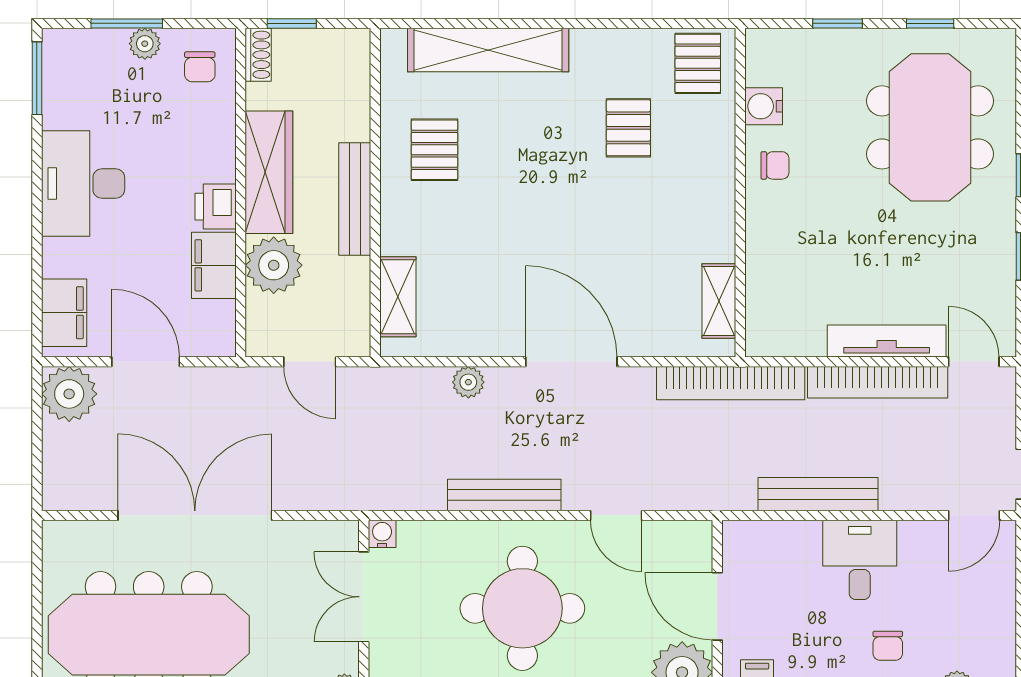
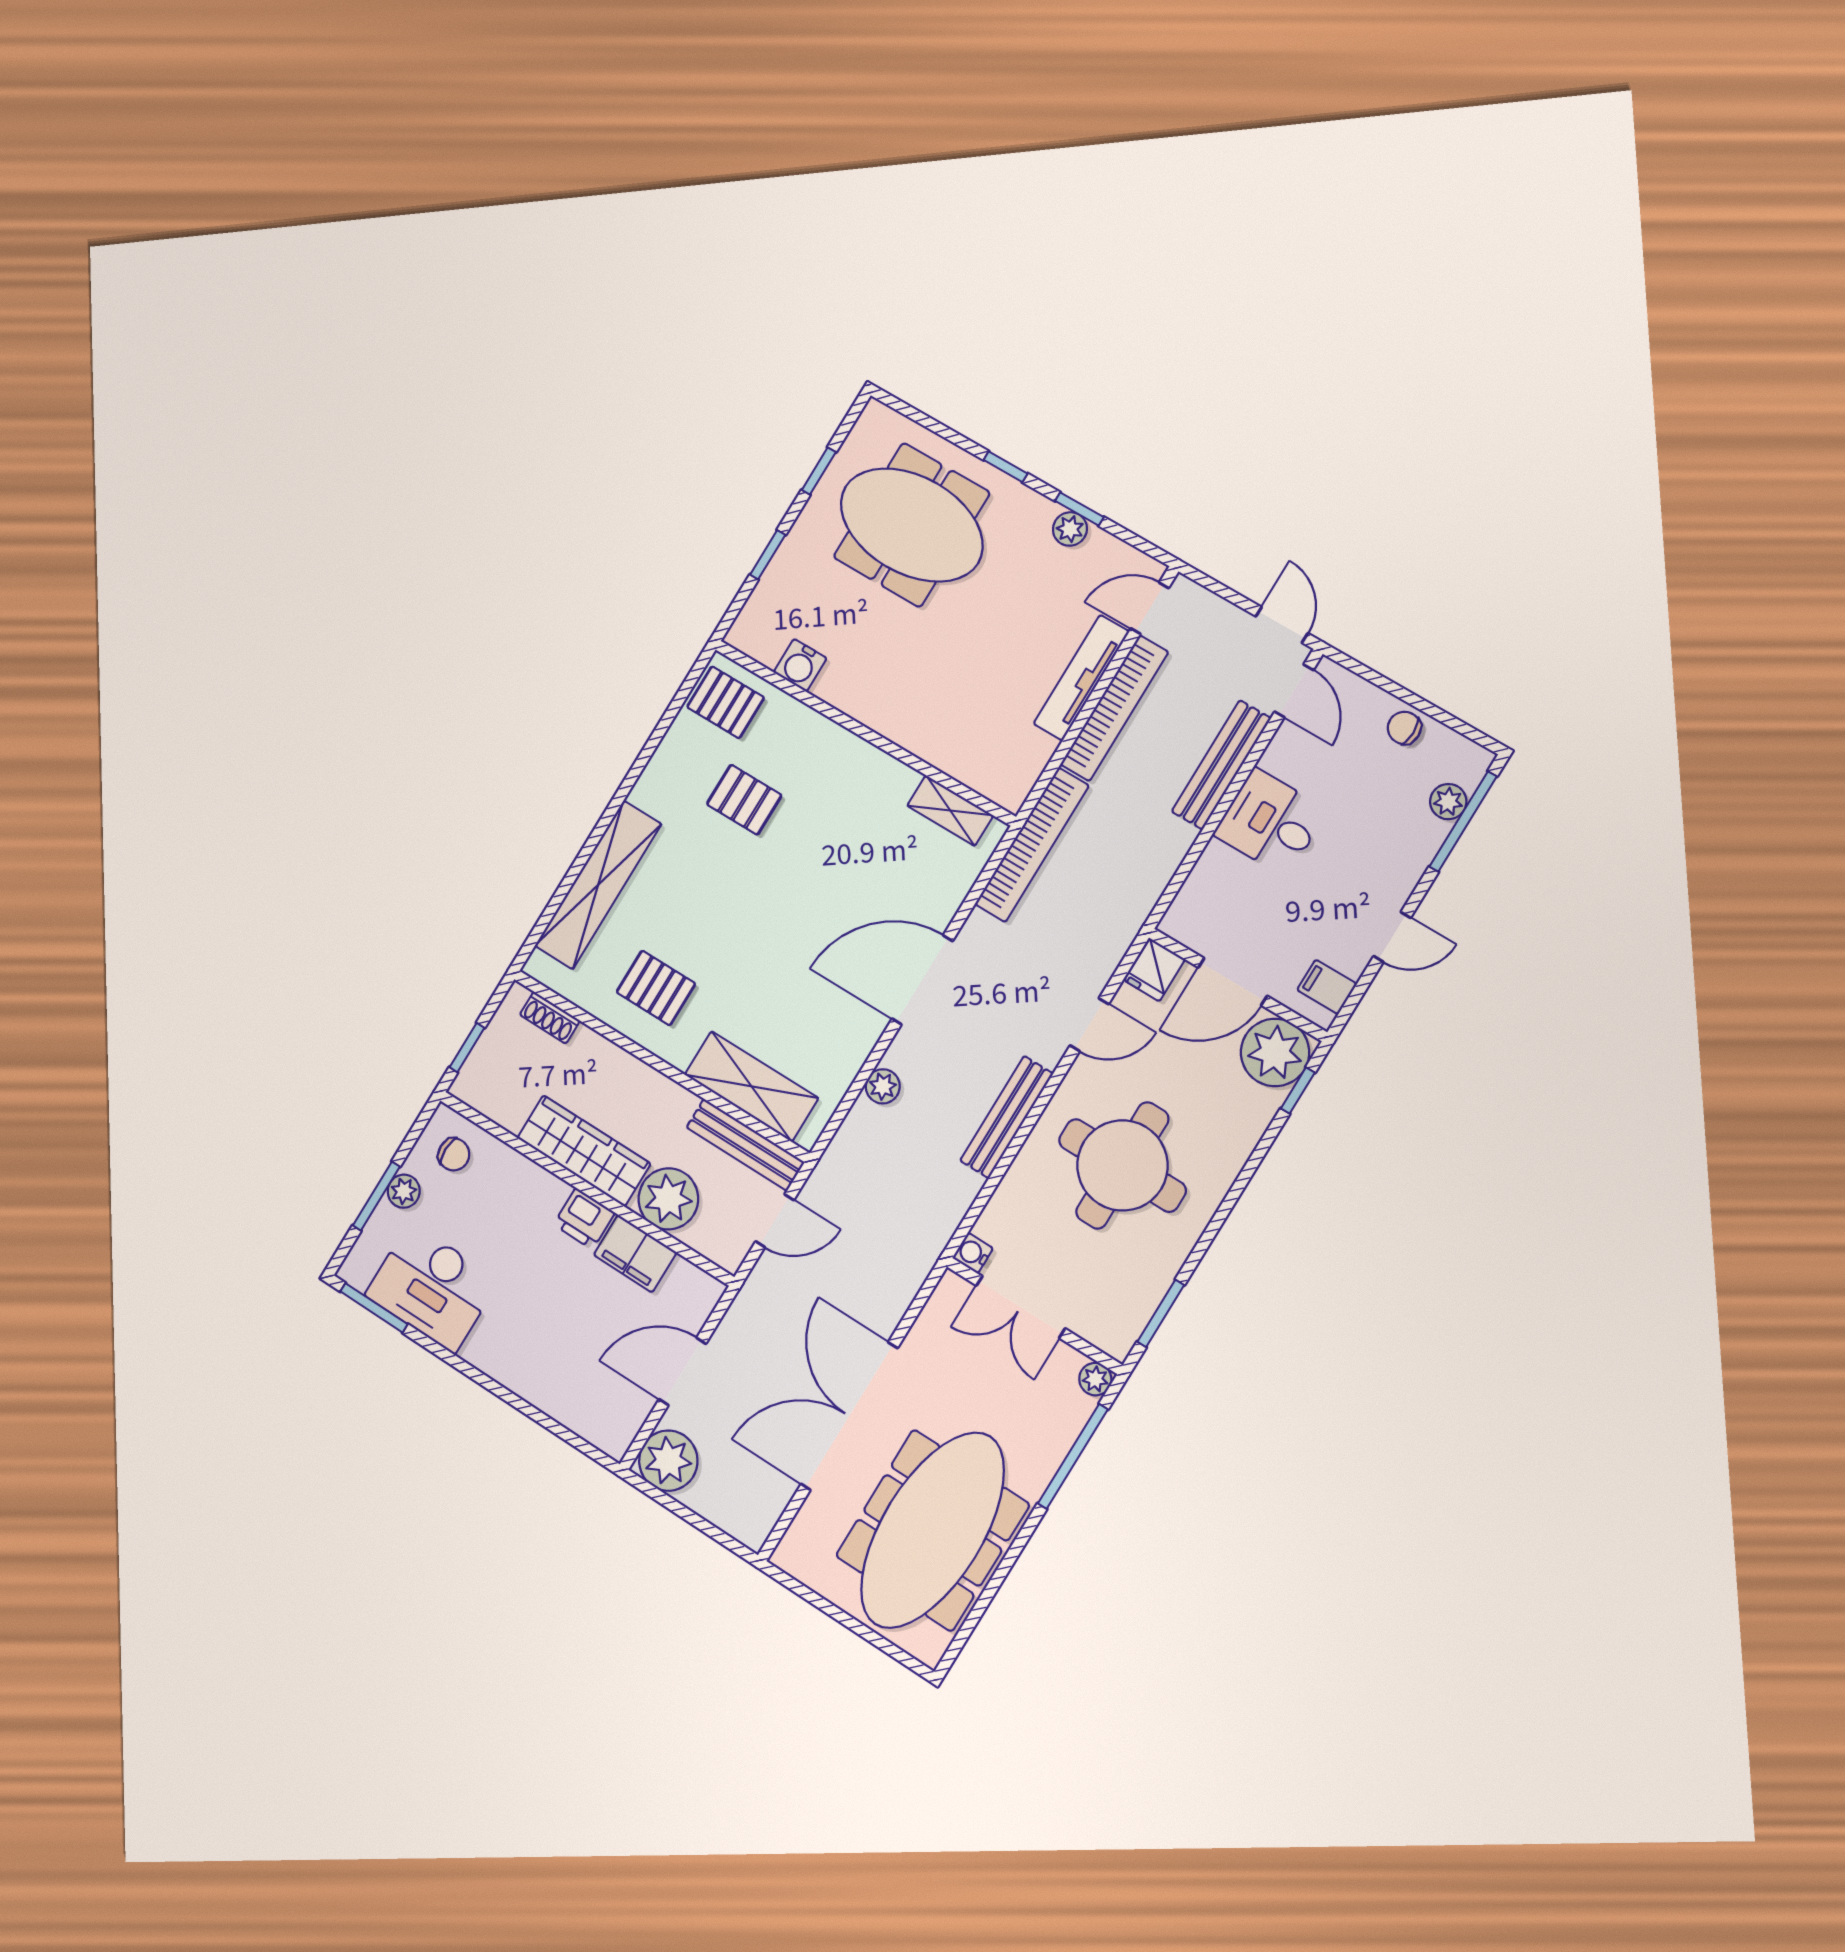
shoe rack: (258, 55) -> (550, 1018), moved, turned 180
chair: (775, 165) -> (859, 686), removed
desk: (83, 183) -> (432, 1288), moved
bench: (355, 199) -> (745, 1145), moved
plant: (1001, 259) -> (1070, 529), added
shelving: (398, 297) -> (751, 1086), width x1.50, depth x1.33
filing cabinet: (64, 313) -> (593, 1418), removed
bench: (818, 494) -> (1221, 765), moved
fridge: (690, 540) -> (1155, 970), added
chair: (888, 646) -> (1404, 728), moved, turned 180

